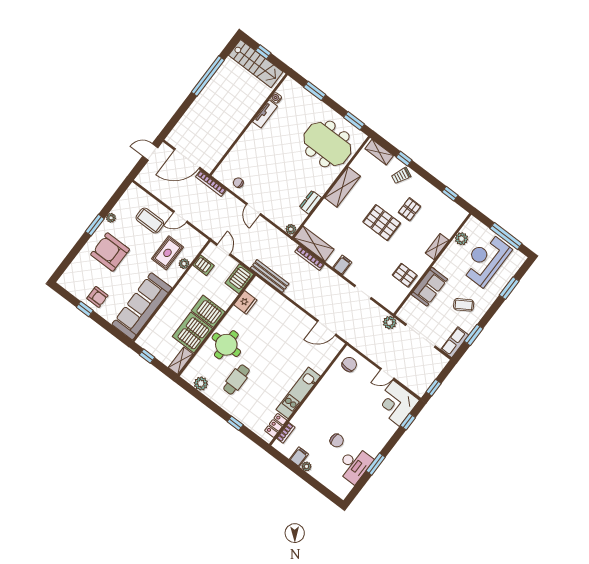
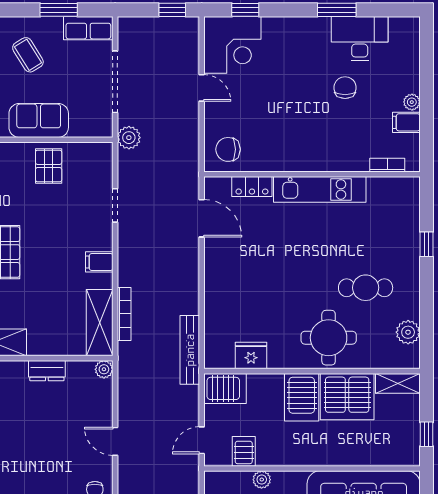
door: (253, 209) -> (115, 441), swing flipped
locker: (276, 425) -> (252, 187), moved

